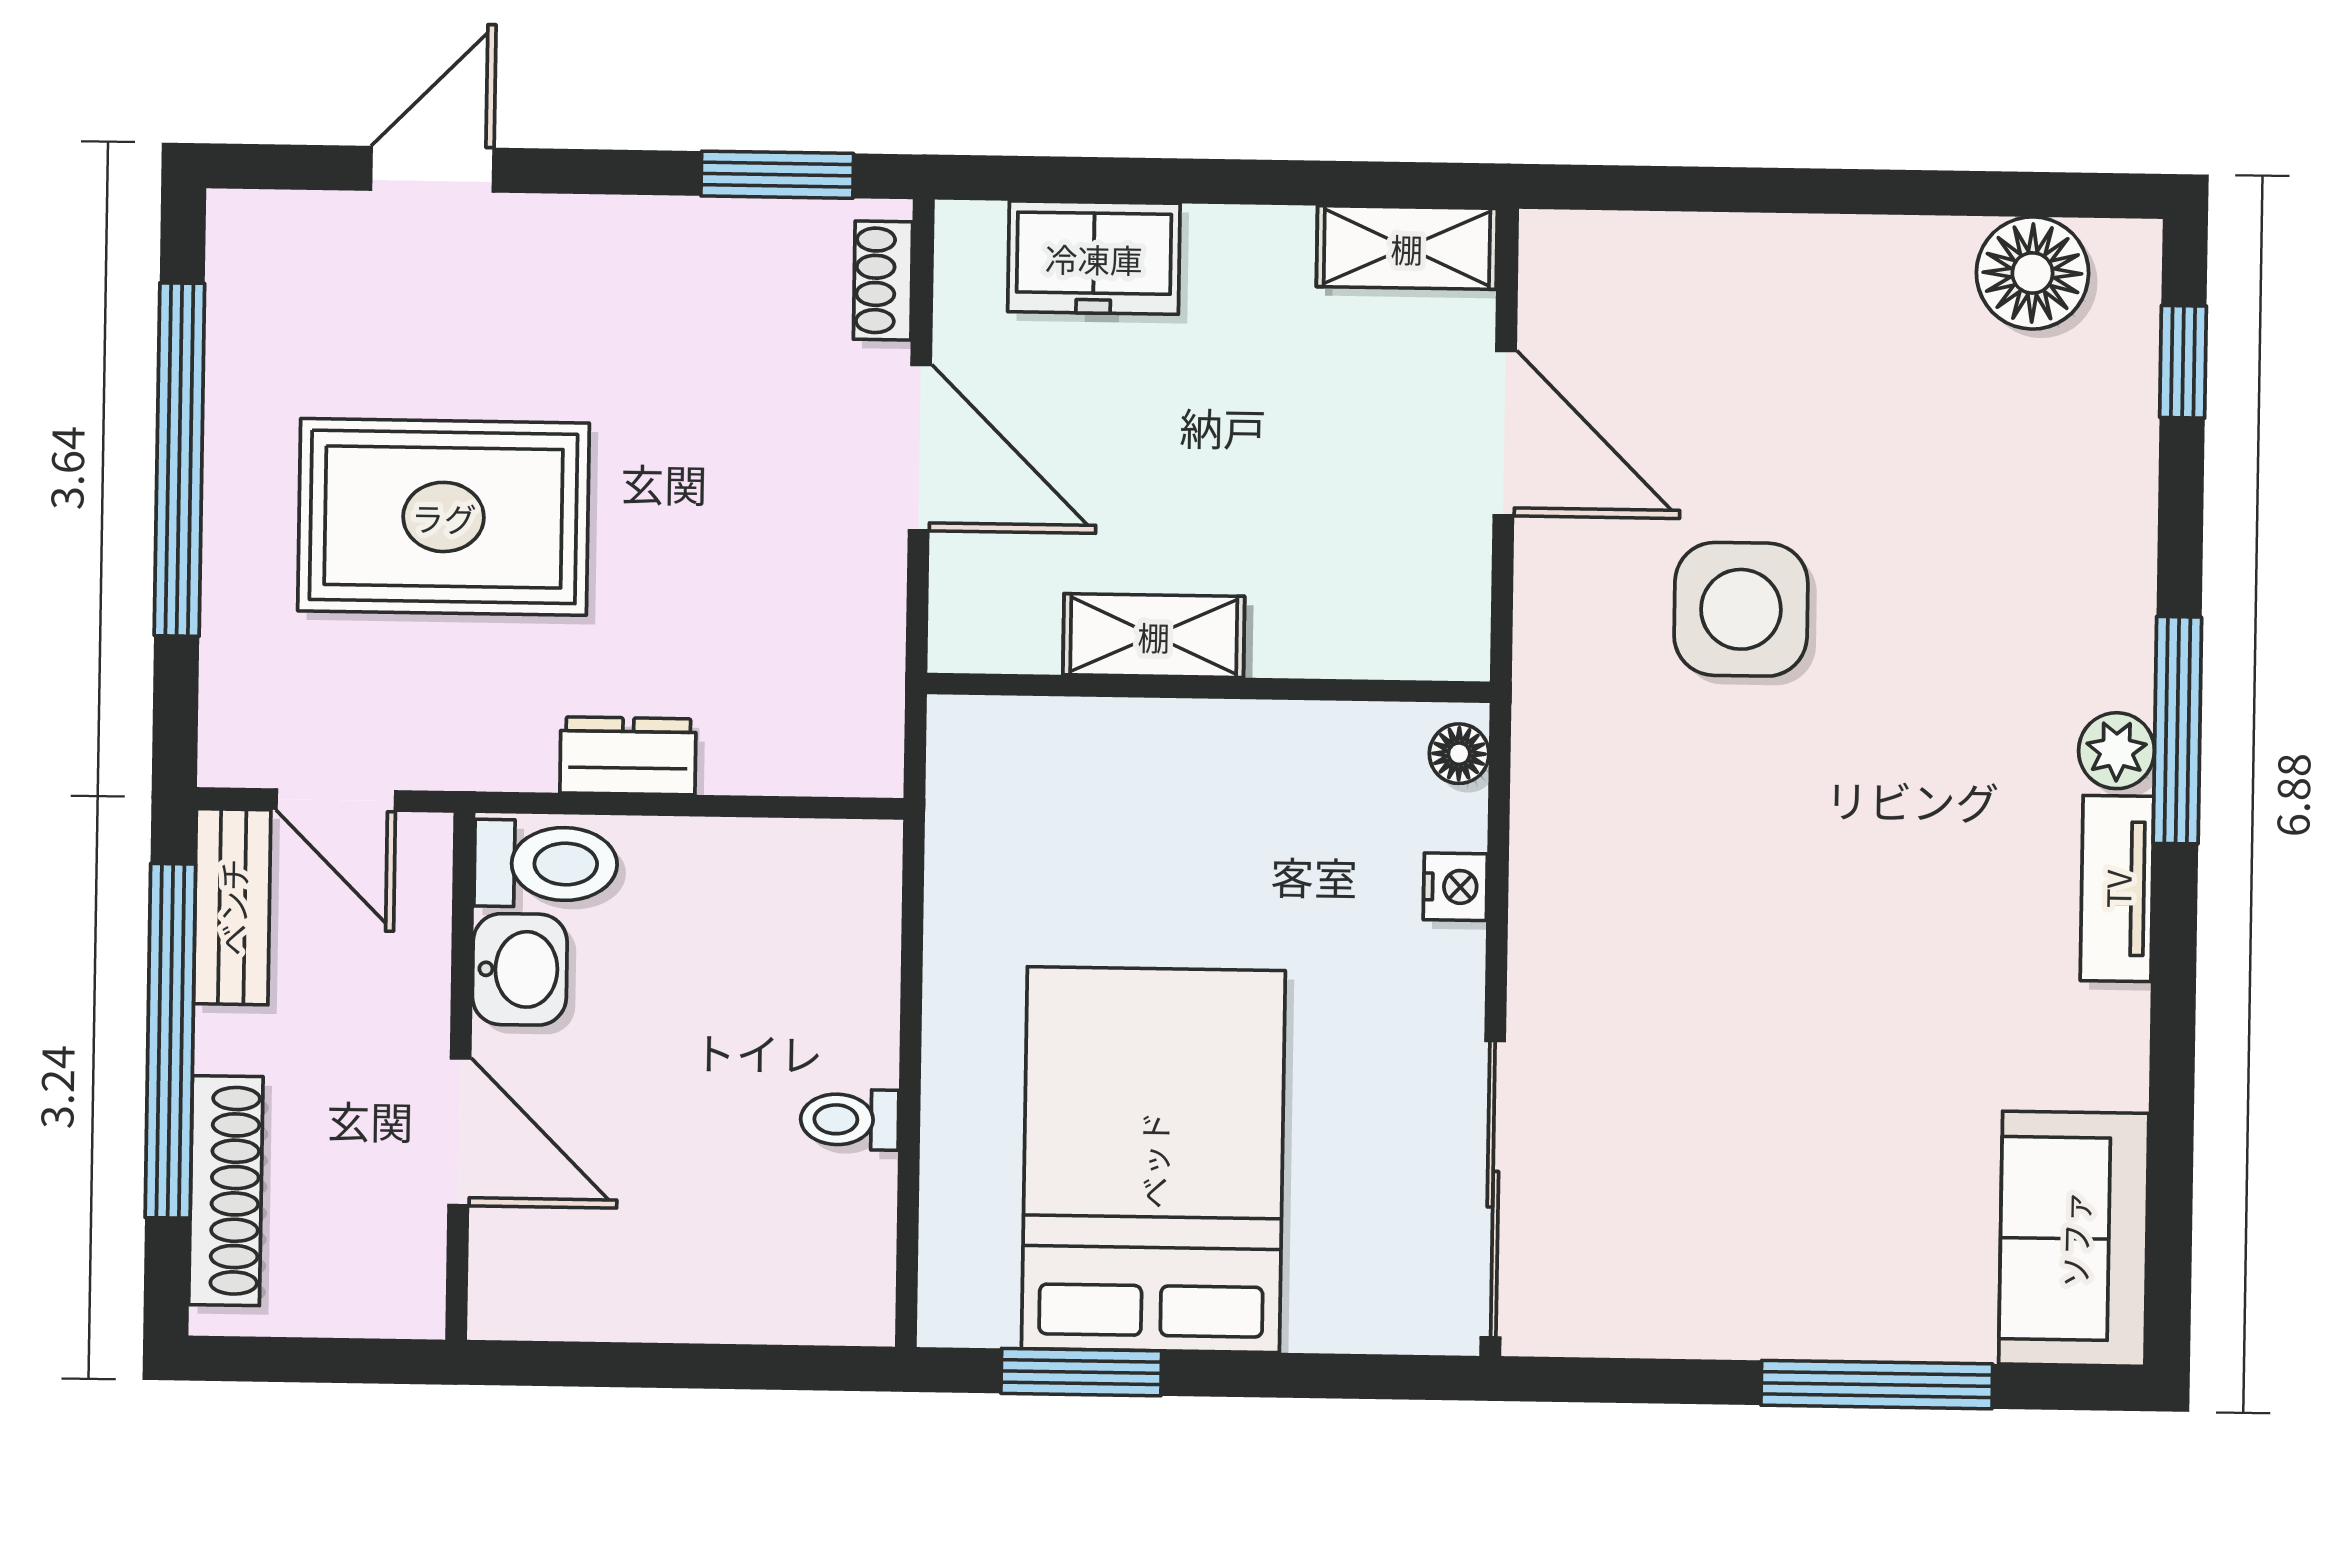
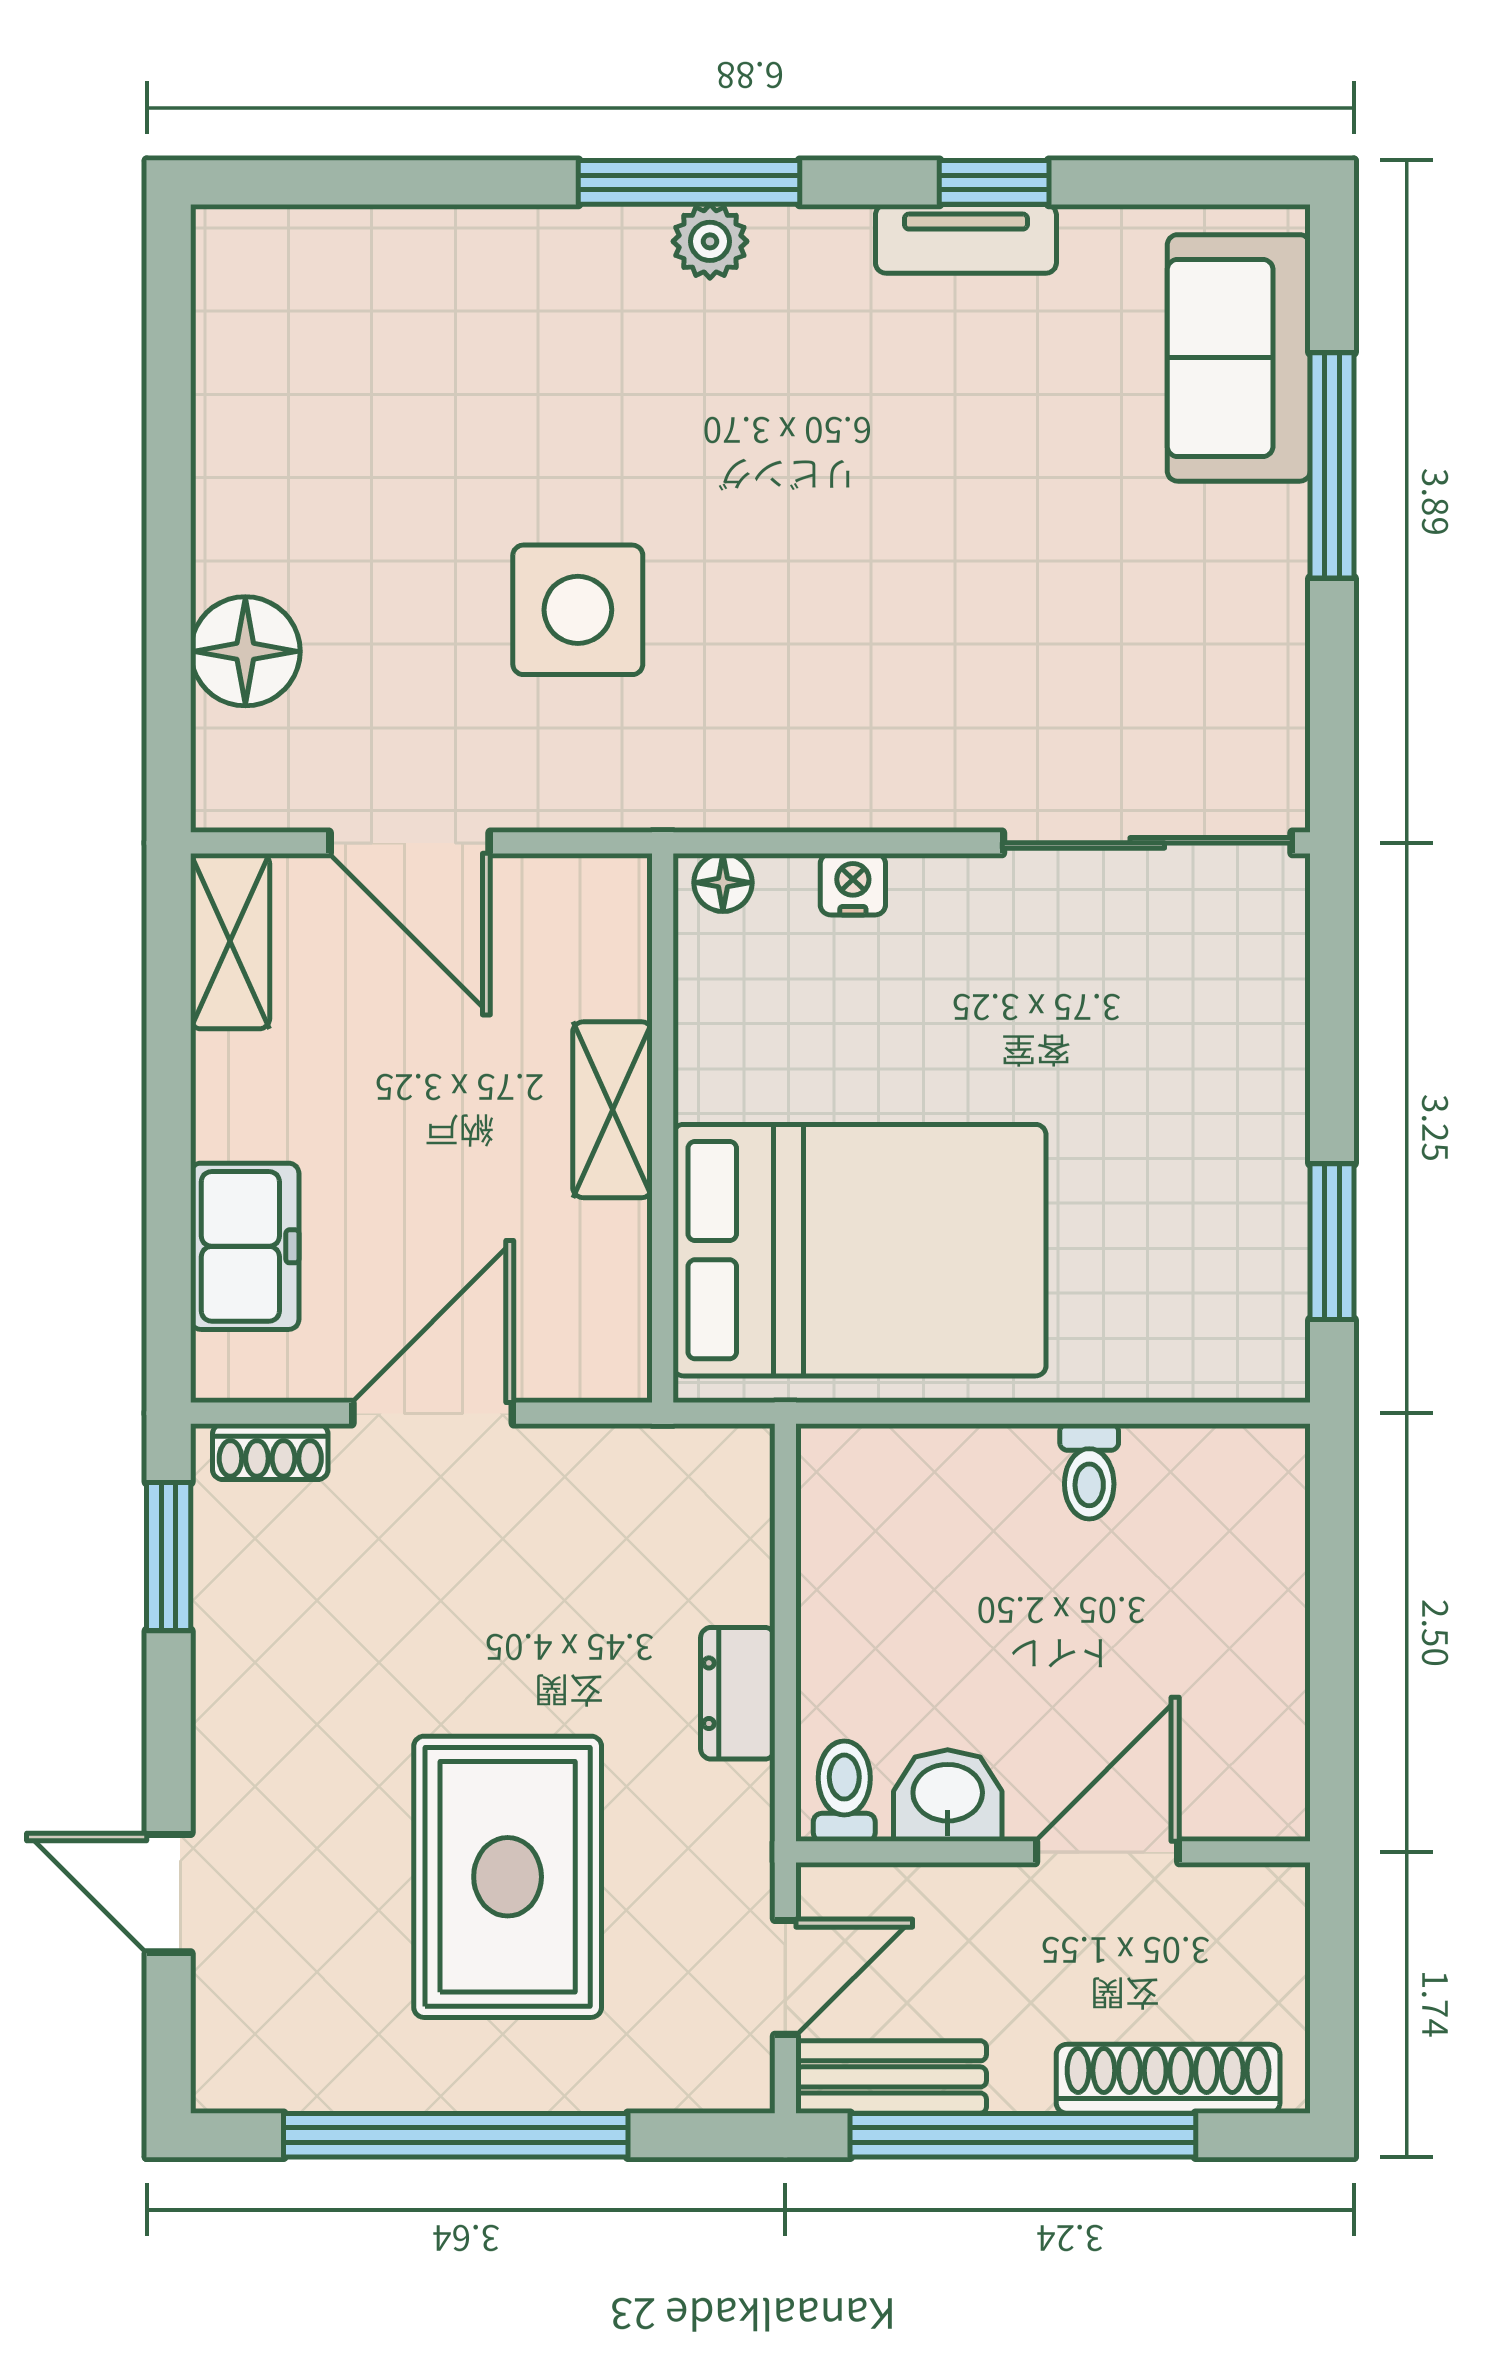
floor lamp: (2032, 273) -> (245, 651), moved
window: (2183, 362) -> (994, 182), moved
door: (1505, 433) -> (410, 843), swing flipped
shelving: (1154, 636) -> (612, 1110), moved
toilet: (546, 864) -> (844, 1791), width x0.73, depth x0.72
tv unit: (2117, 889) -> (966, 239), moved
bed: (1153, 1160) -> (860, 1250), moved, turned 180
sofa: (2074, 1239) -> (1239, 358), moved, turned 90

